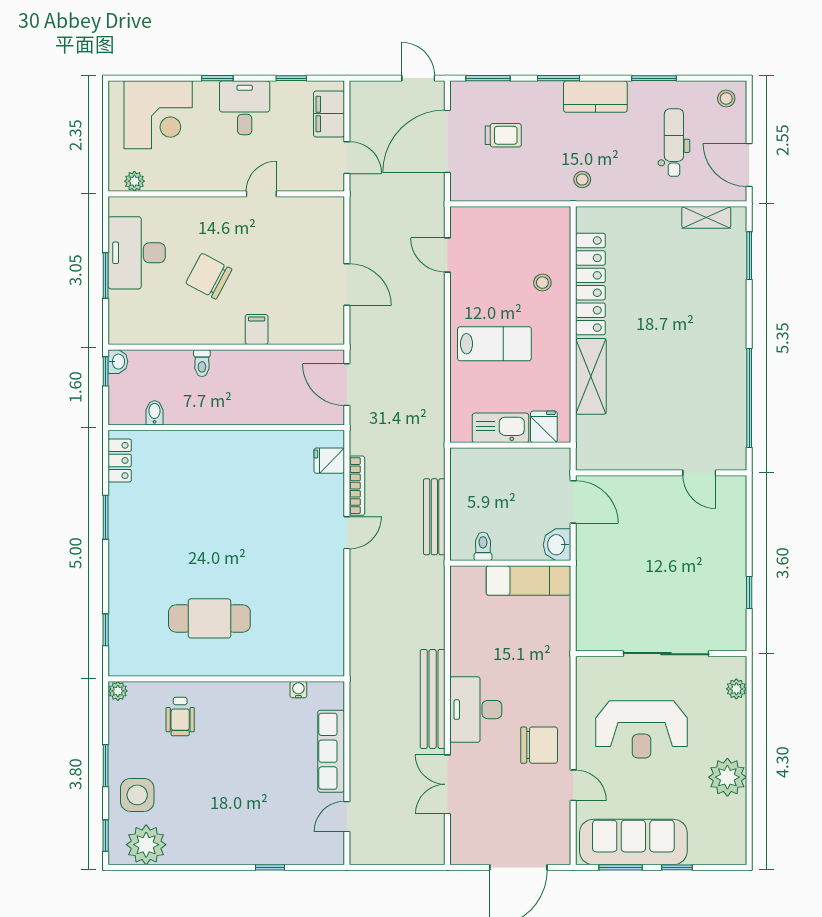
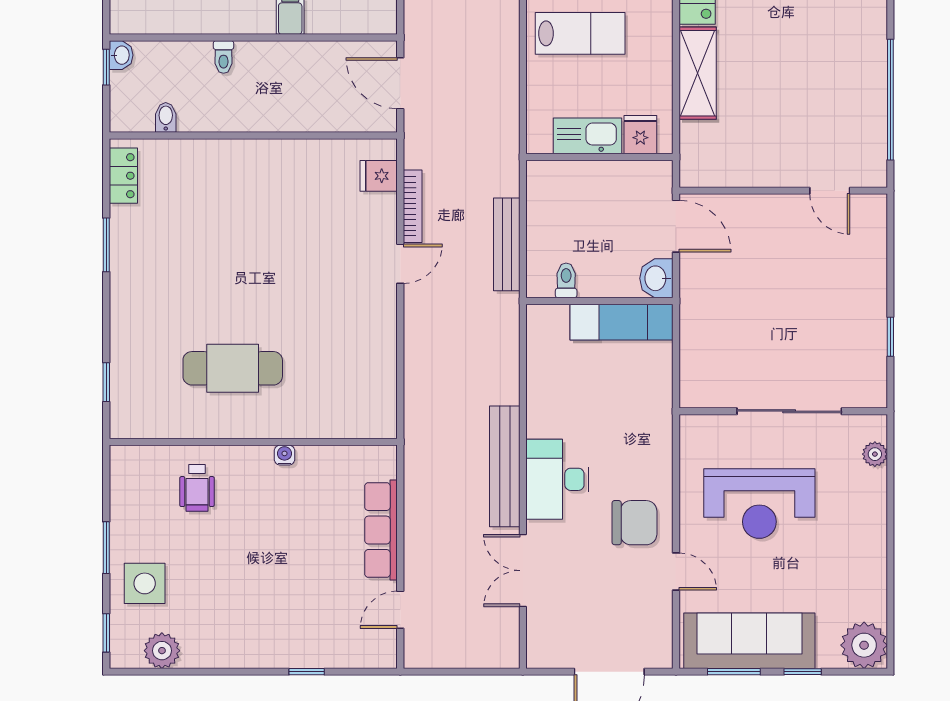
water cooler: (298, 690) -> (285, 455), moved
plant: (118, 691) -> (121, 457), removed
plant: (727, 777) -> (864, 645), moved
plant: (146, 845) -> (162, 651), width x0.73, depth x0.73

